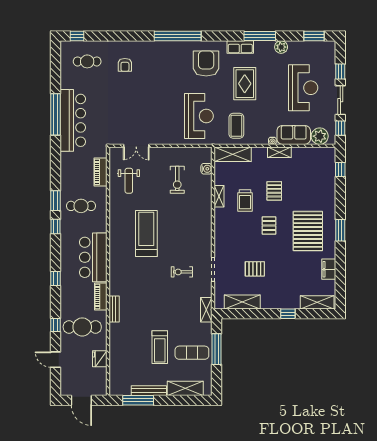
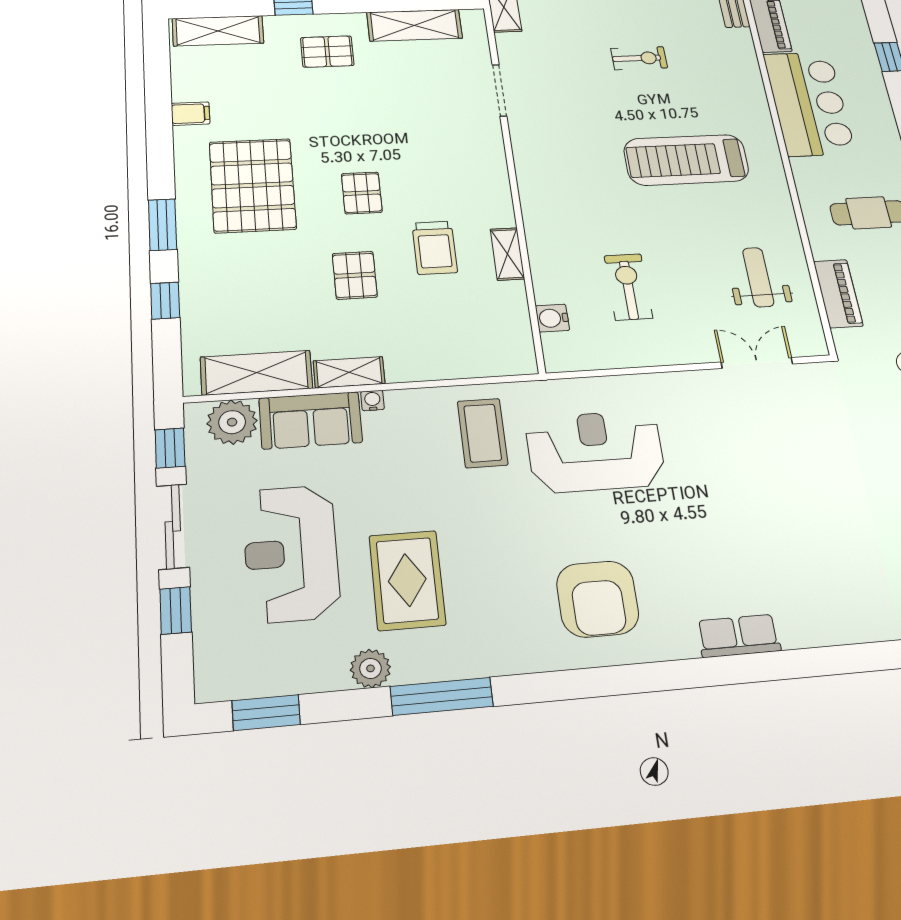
window: (178, 36) -> (698, 673), removed
row of seats: (240, 47) -> (739, 636), moved
armchair: (125, 65) -> (837, 575), removed
rug: (245, 84) -> (407, 580), moved
reception desk: (199, 116) -> (595, 451), turned 90
shelving: (233, 154) -> (256, 373), moved
window: (340, 169) -> (165, 301), moved
trolley: (245, 201) -> (435, 248), turned 180
window: (340, 230) -> (162, 225), moved
treadmill: (146, 234) -> (686, 160), turned 90
pallet: (255, 269) -> (327, 52), moved
filing cabinet: (329, 269) -> (191, 114), width x0.50
exercise bike: (182, 272) -> (639, 58), moved

